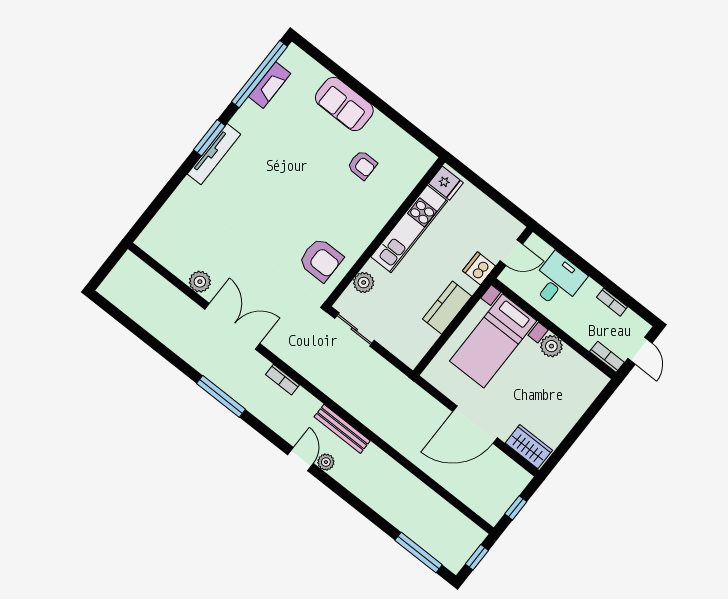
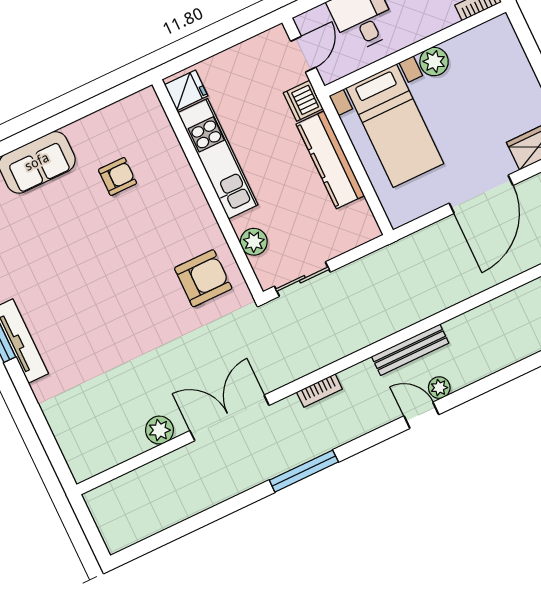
kitchen counter: (447, 308) -> (330, 160), width x1.50

